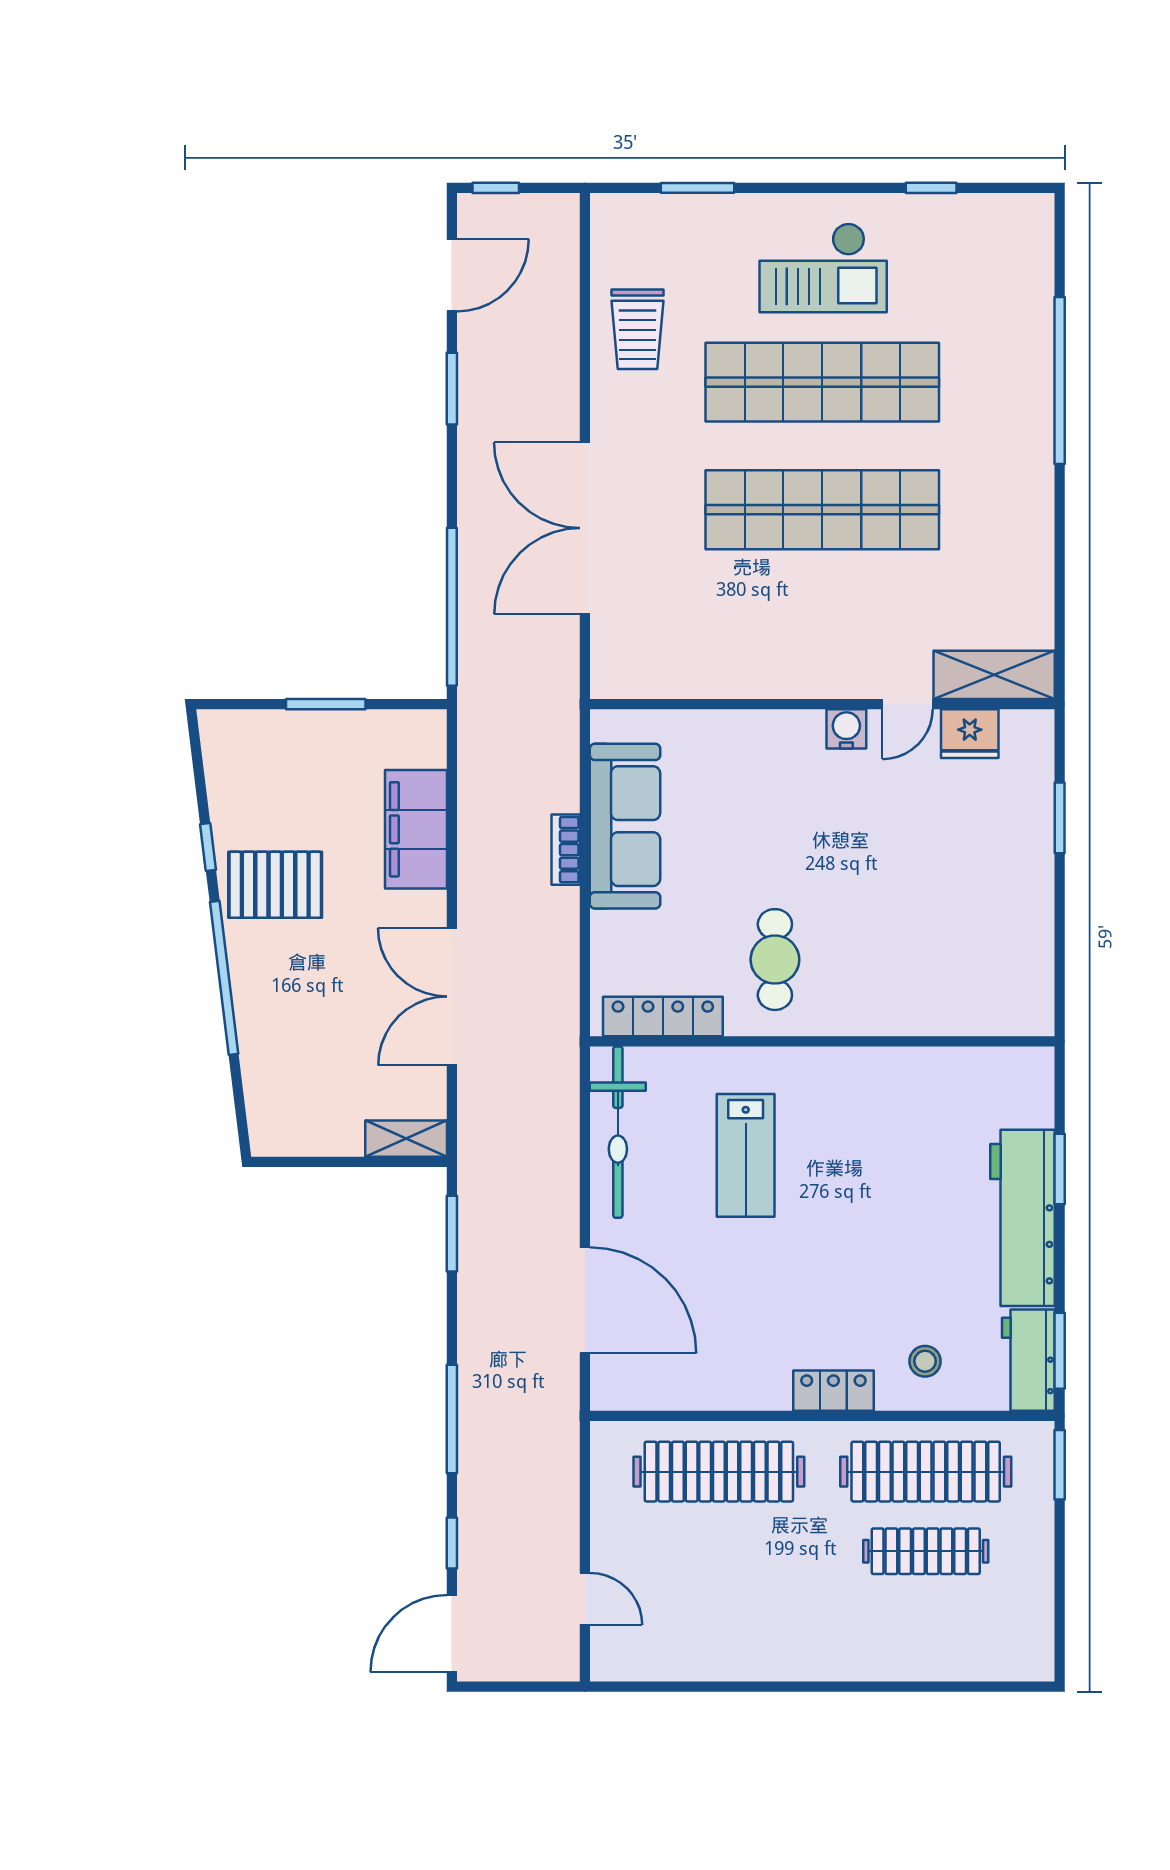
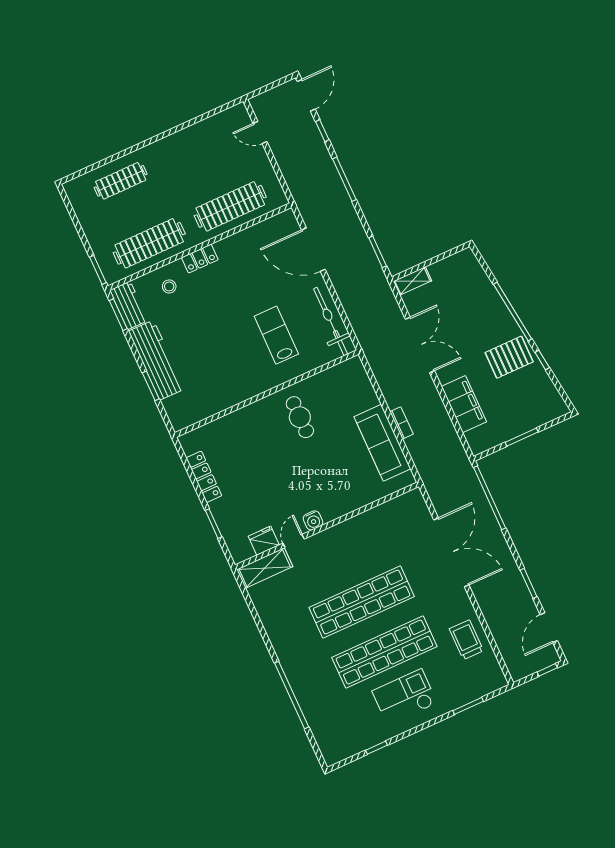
locker: (663, 1016) -> (204, 477), moved, turned -90
clothes rail: (926, 1551) -> (121, 181), moved

